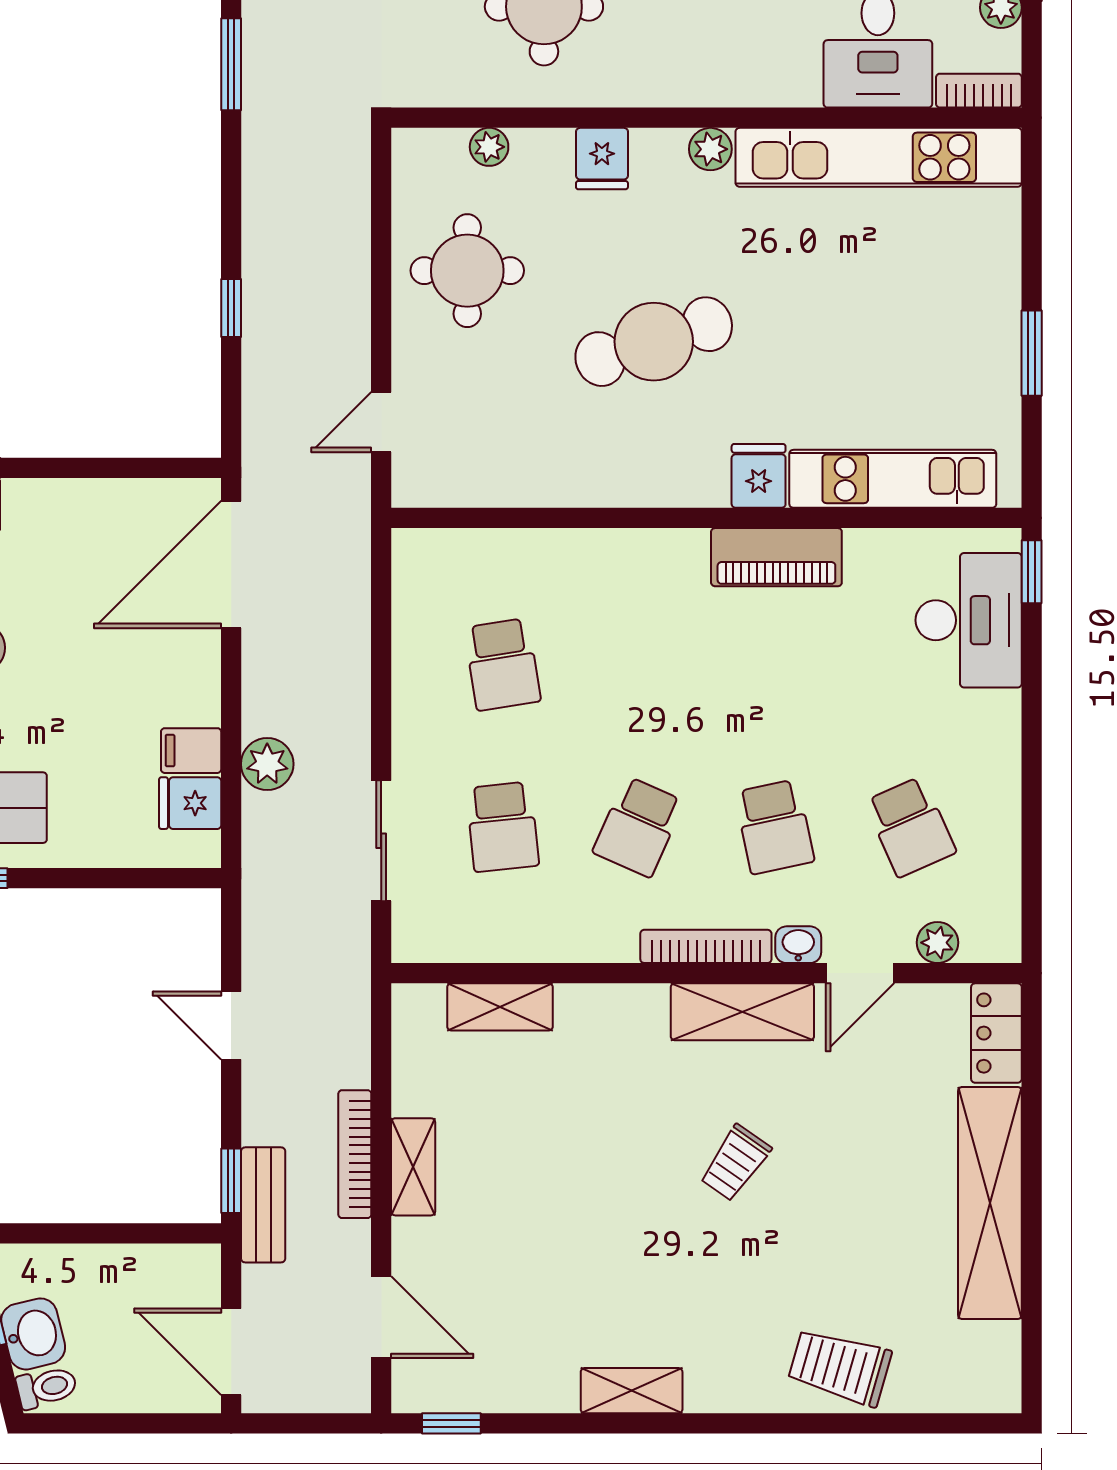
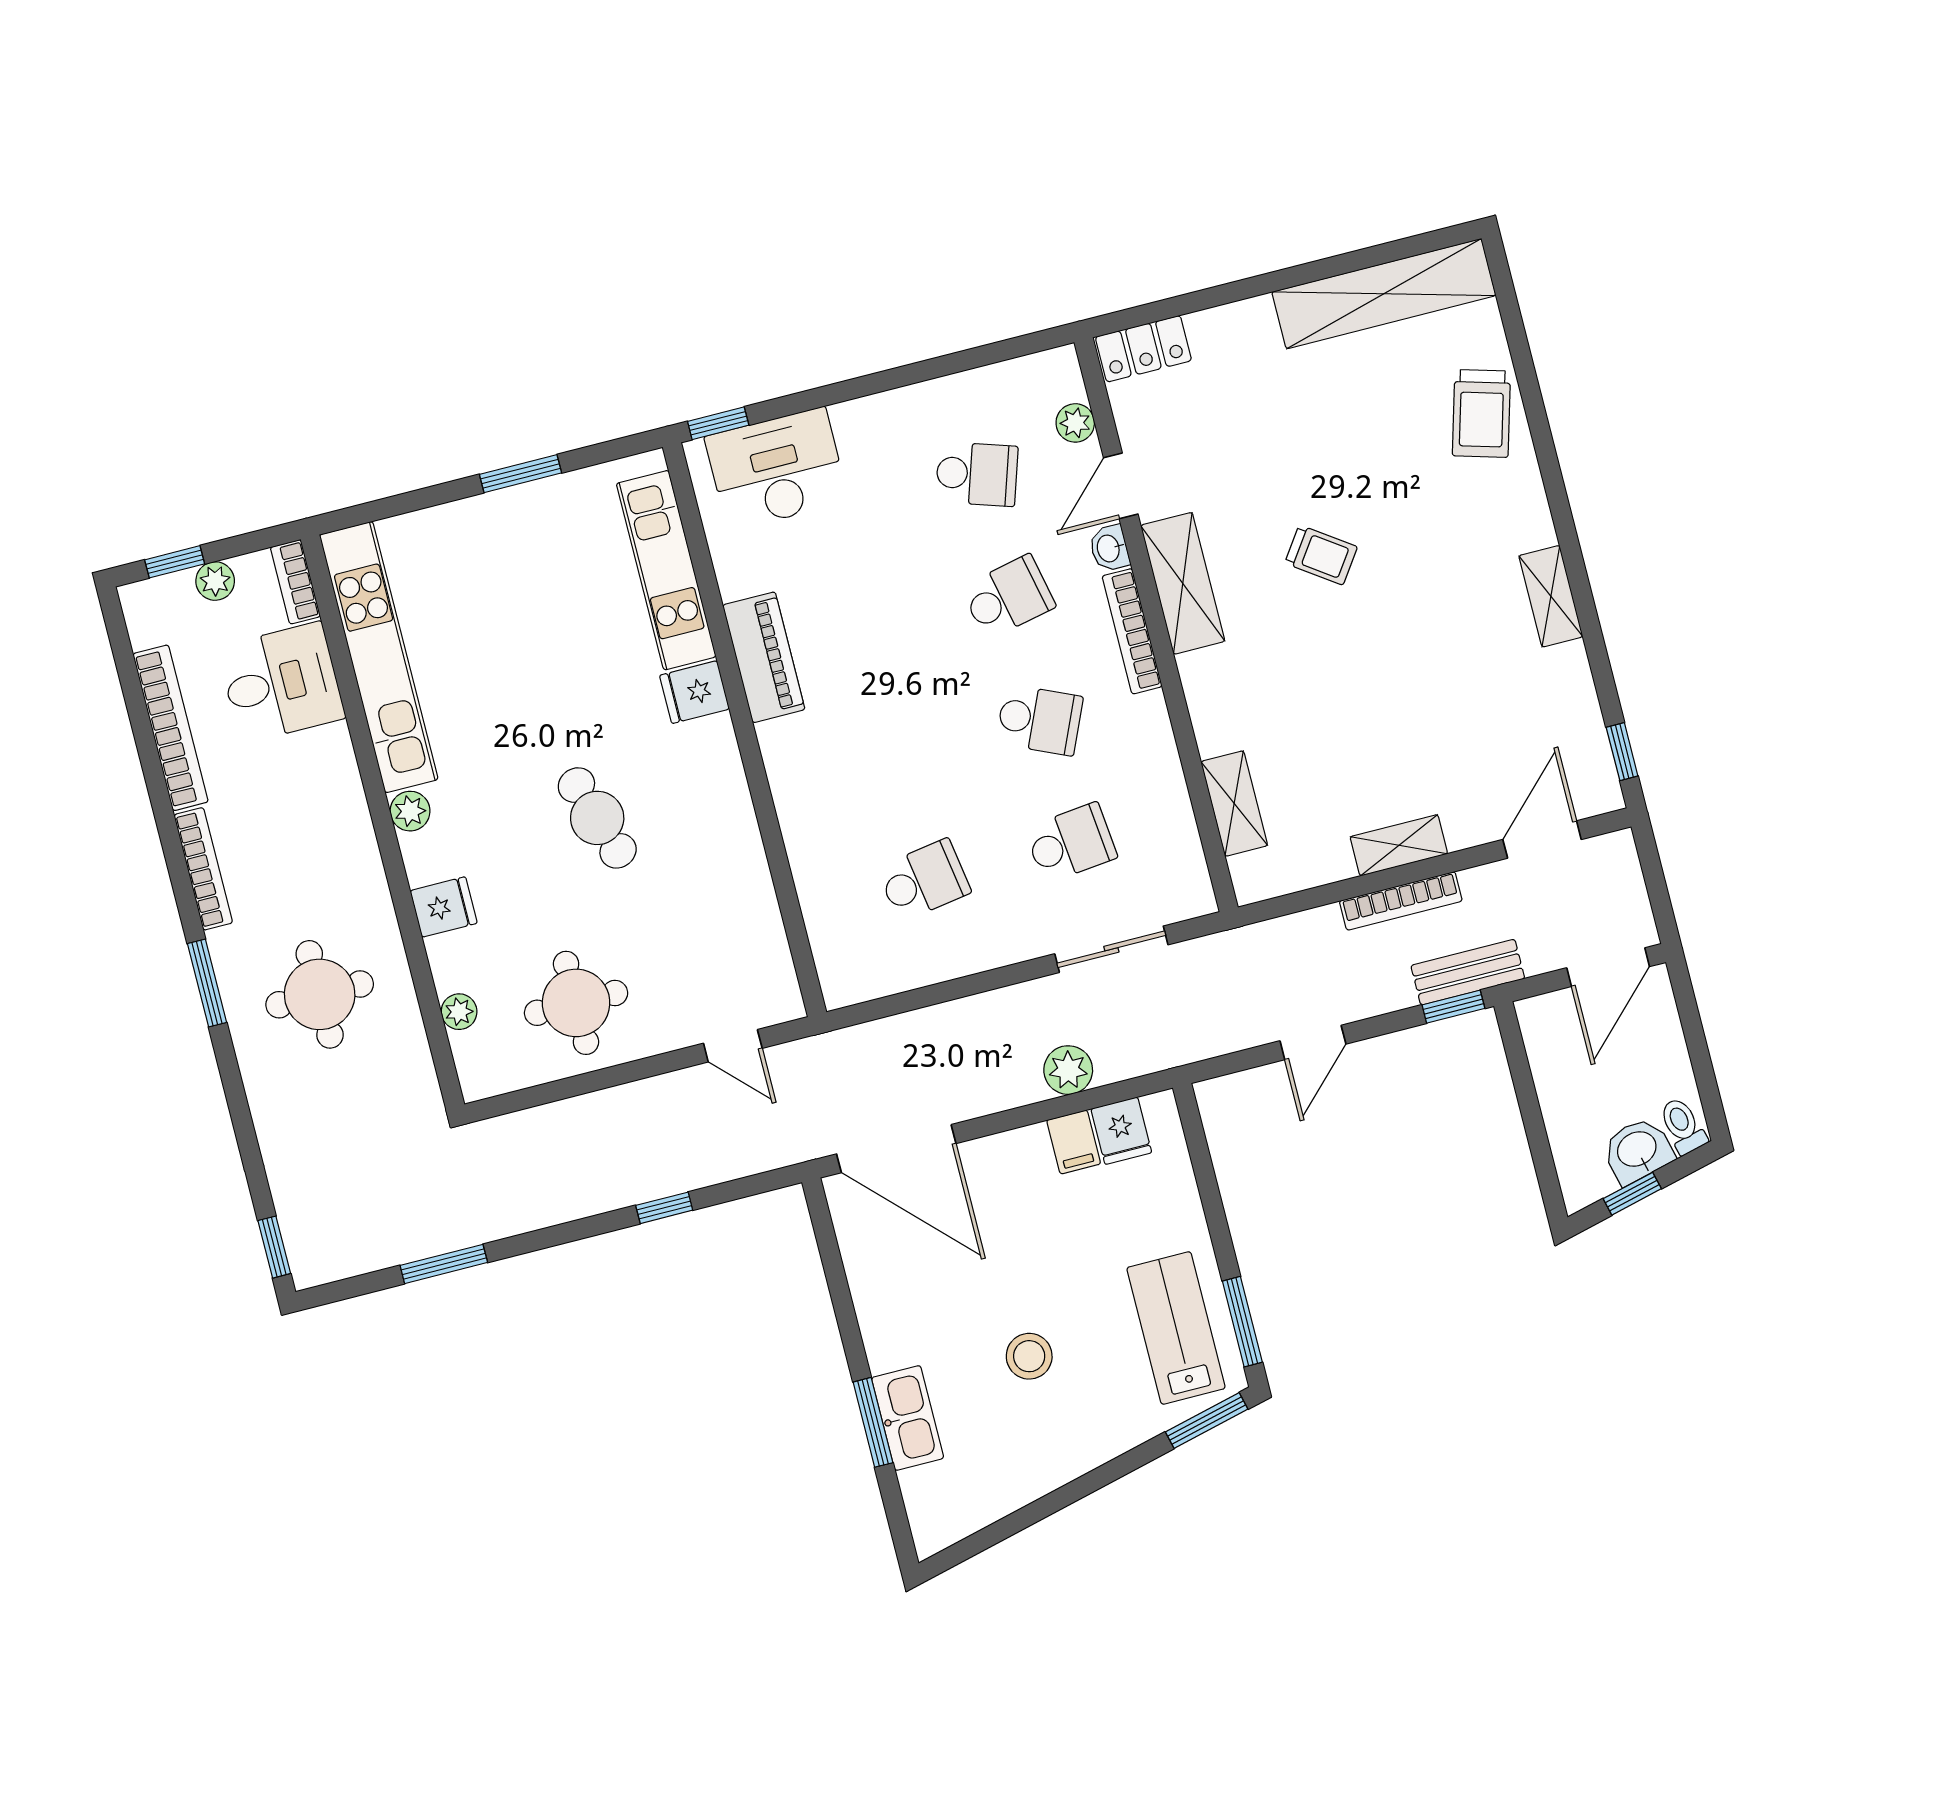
cafe table: (654, 342) -> (597, 818), width x0.73, depth x0.74
school desk: (910, 827) -> (977, 474), turned 42
door: (860, 973) -> (1121, 486), swing flipped
shelving: (990, 1203) -> (1384, 294), moved

